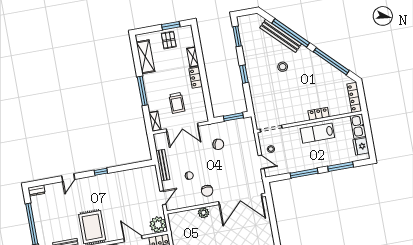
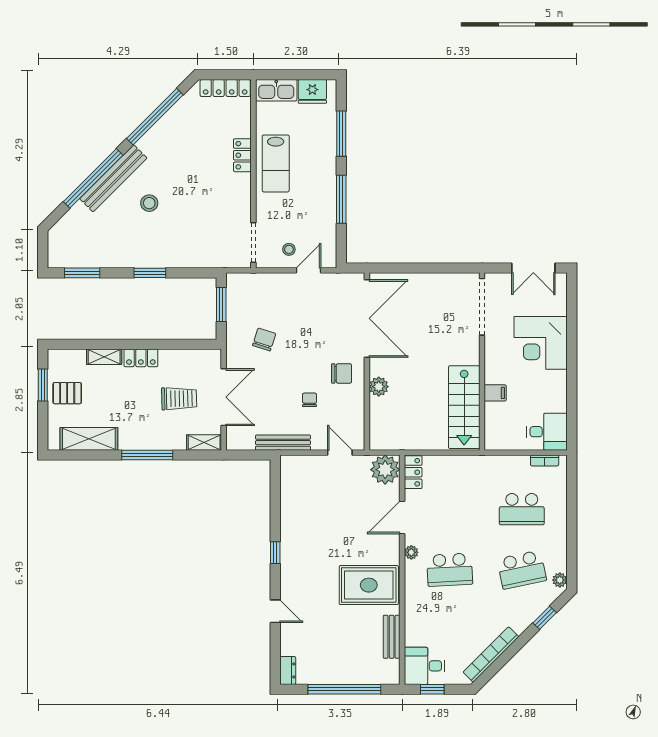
bench: (281, 36) -> (113, 178), moved

